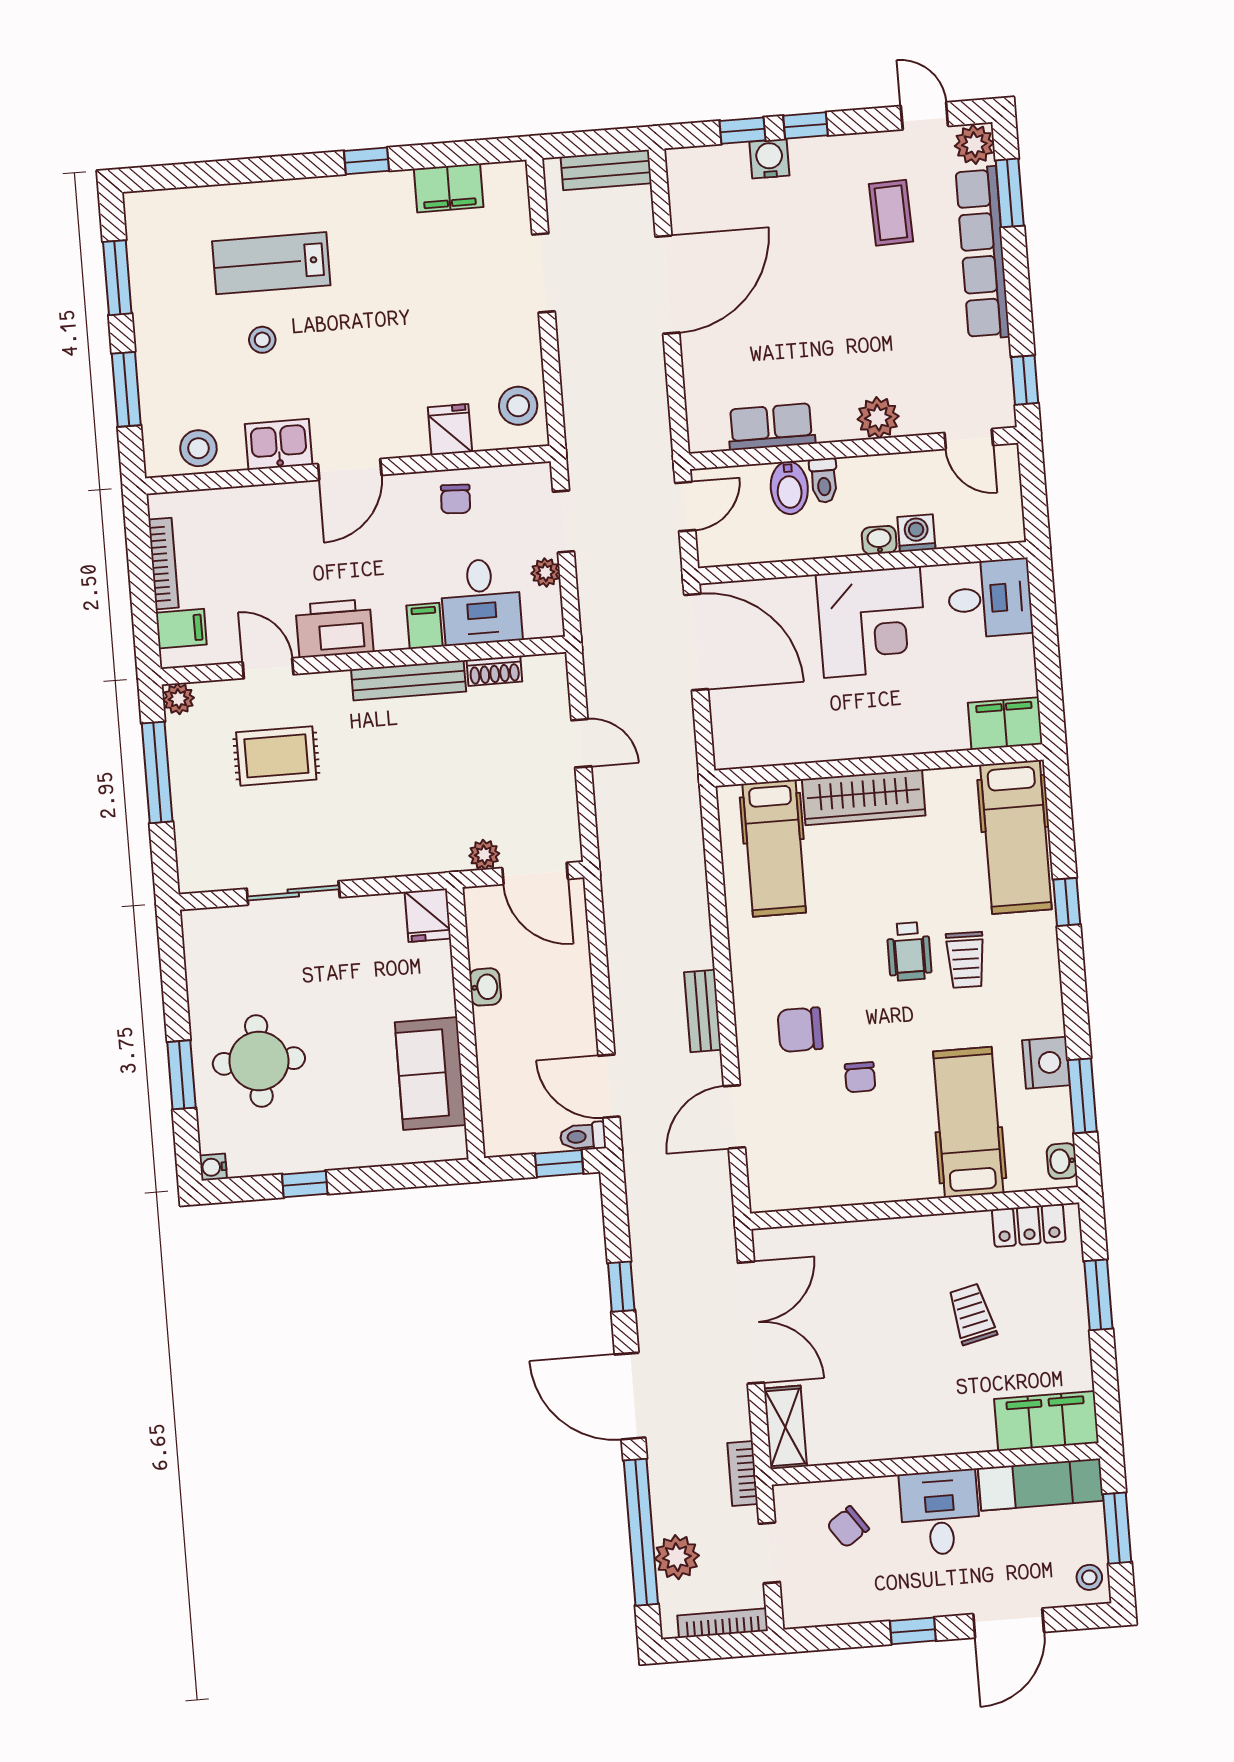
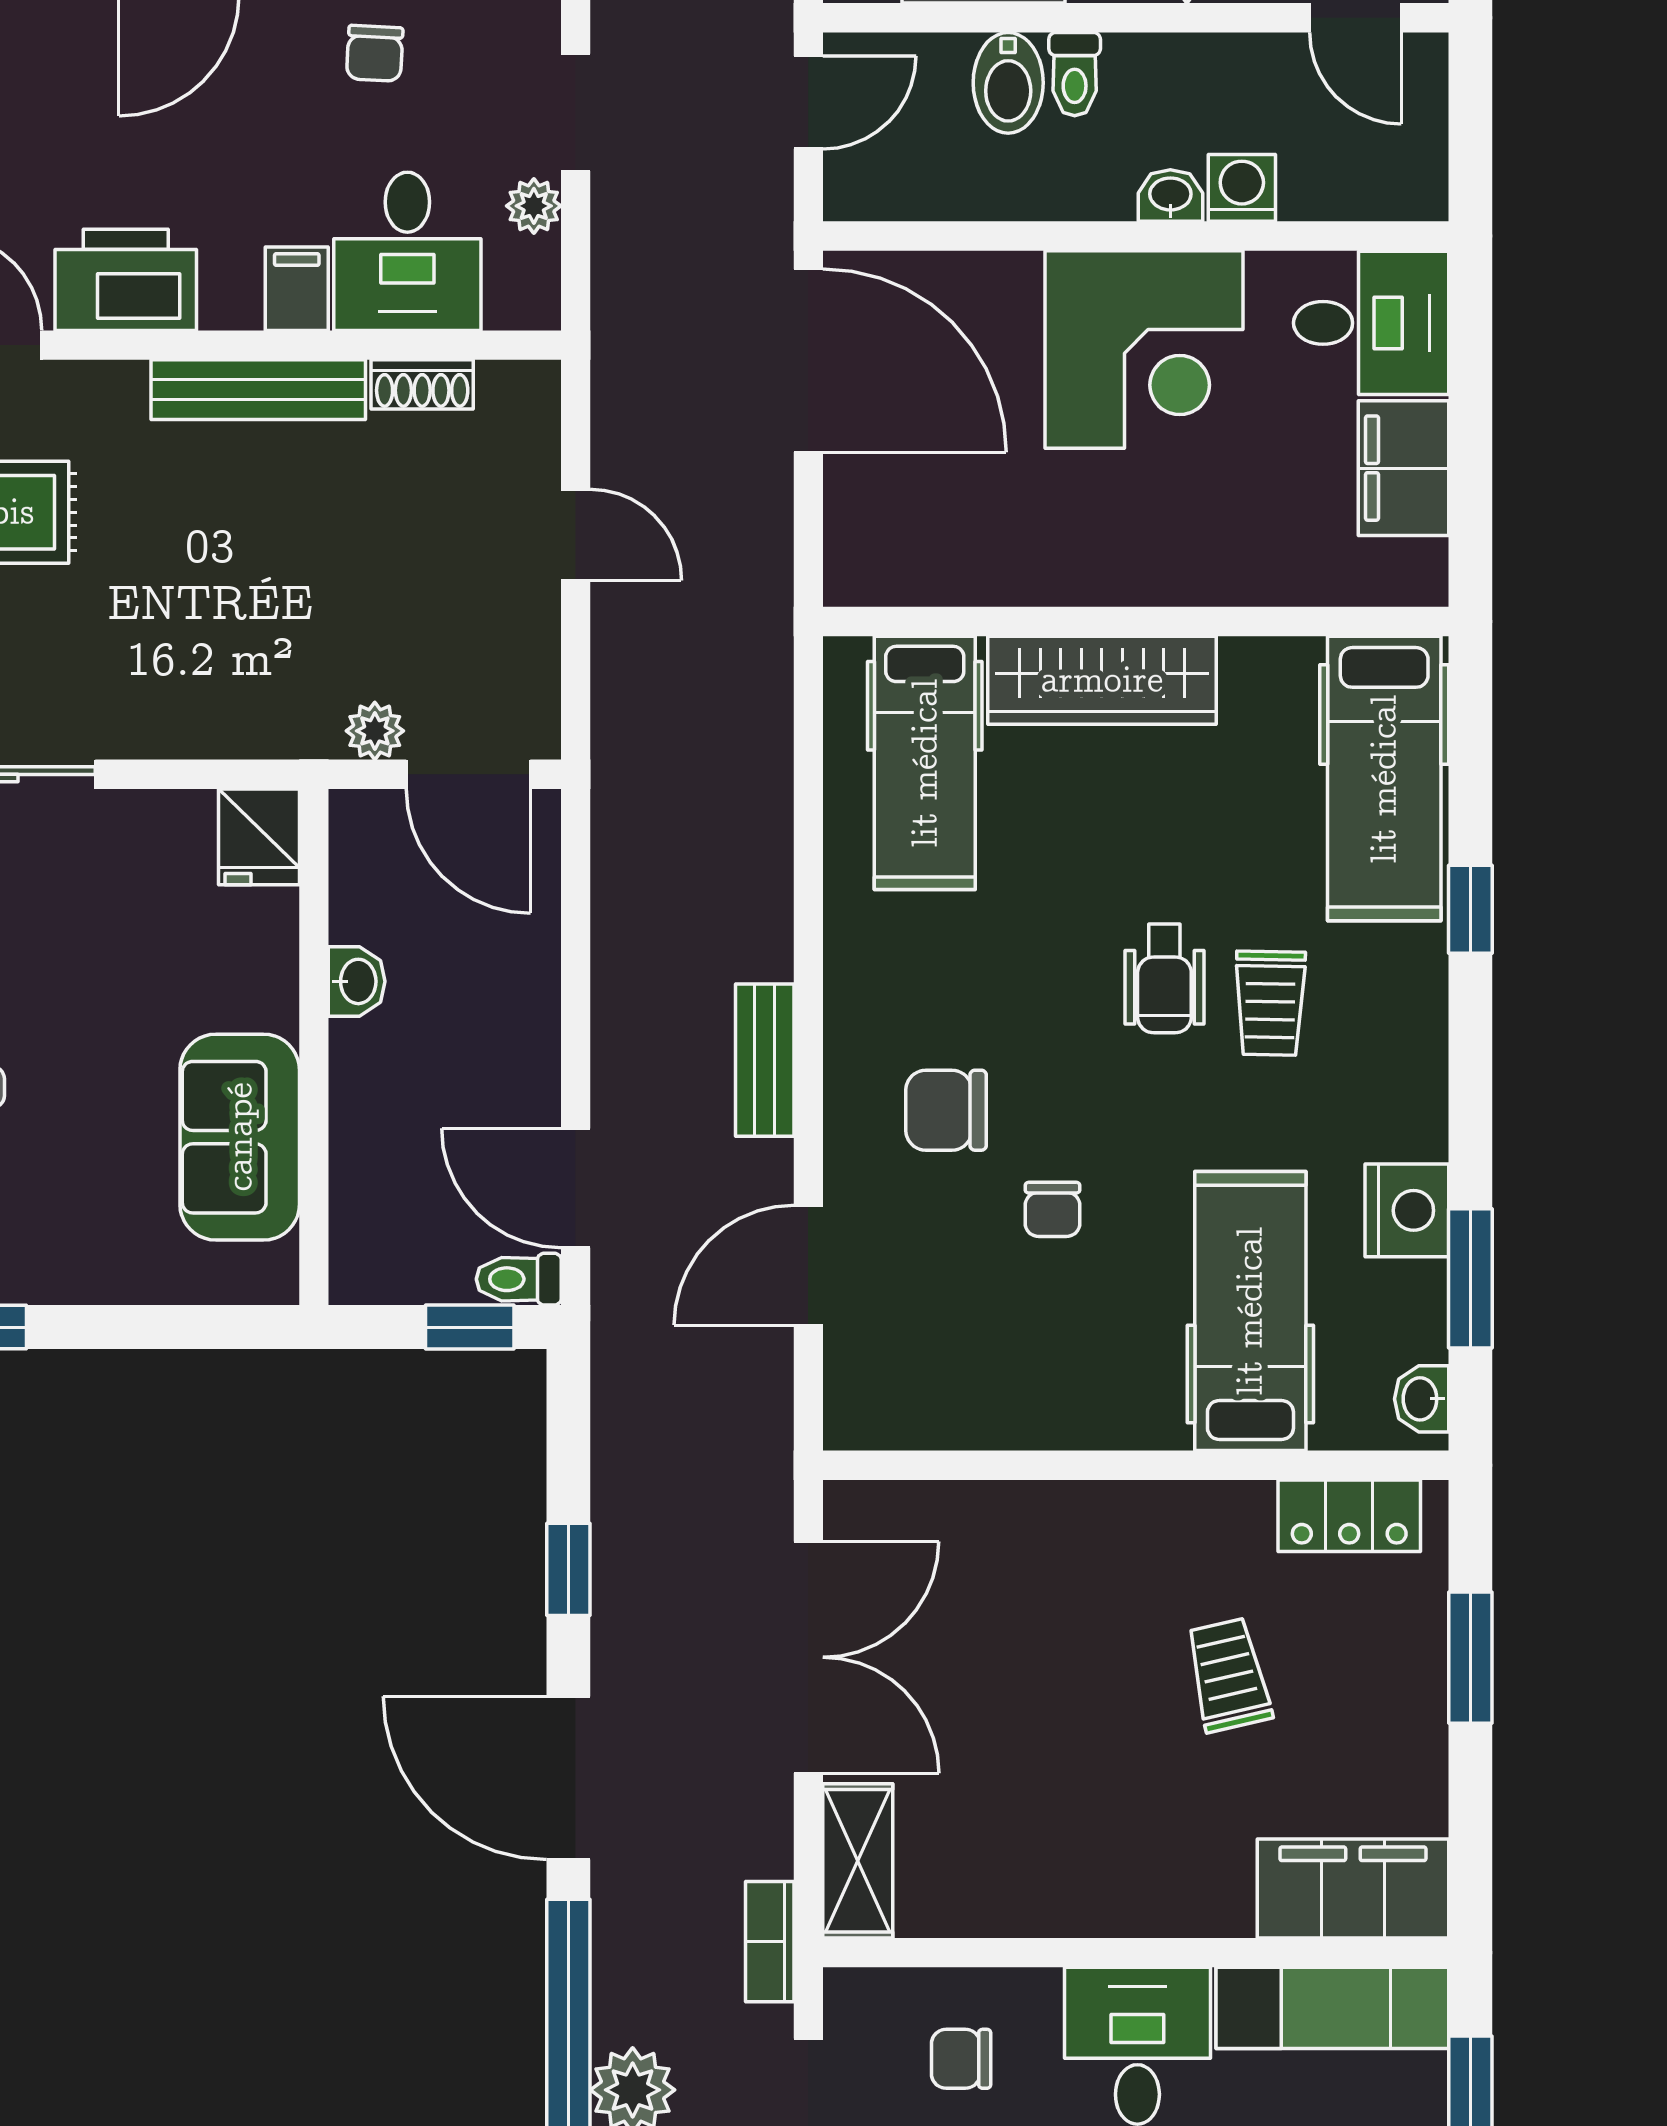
filing cabinet: (1005, 724) -> (1403, 468), moved, turned -90
chair: (848, 1527) -> (961, 2059), turned 35

